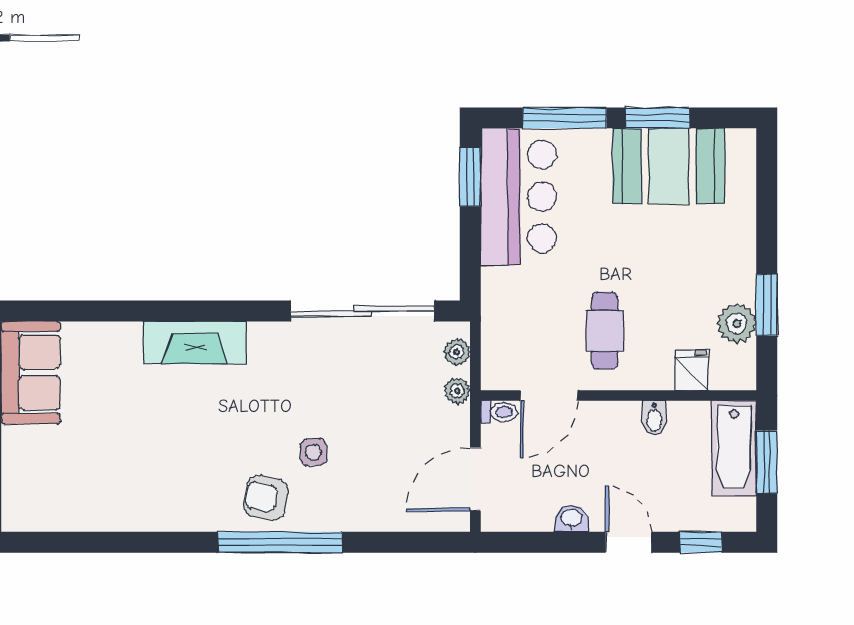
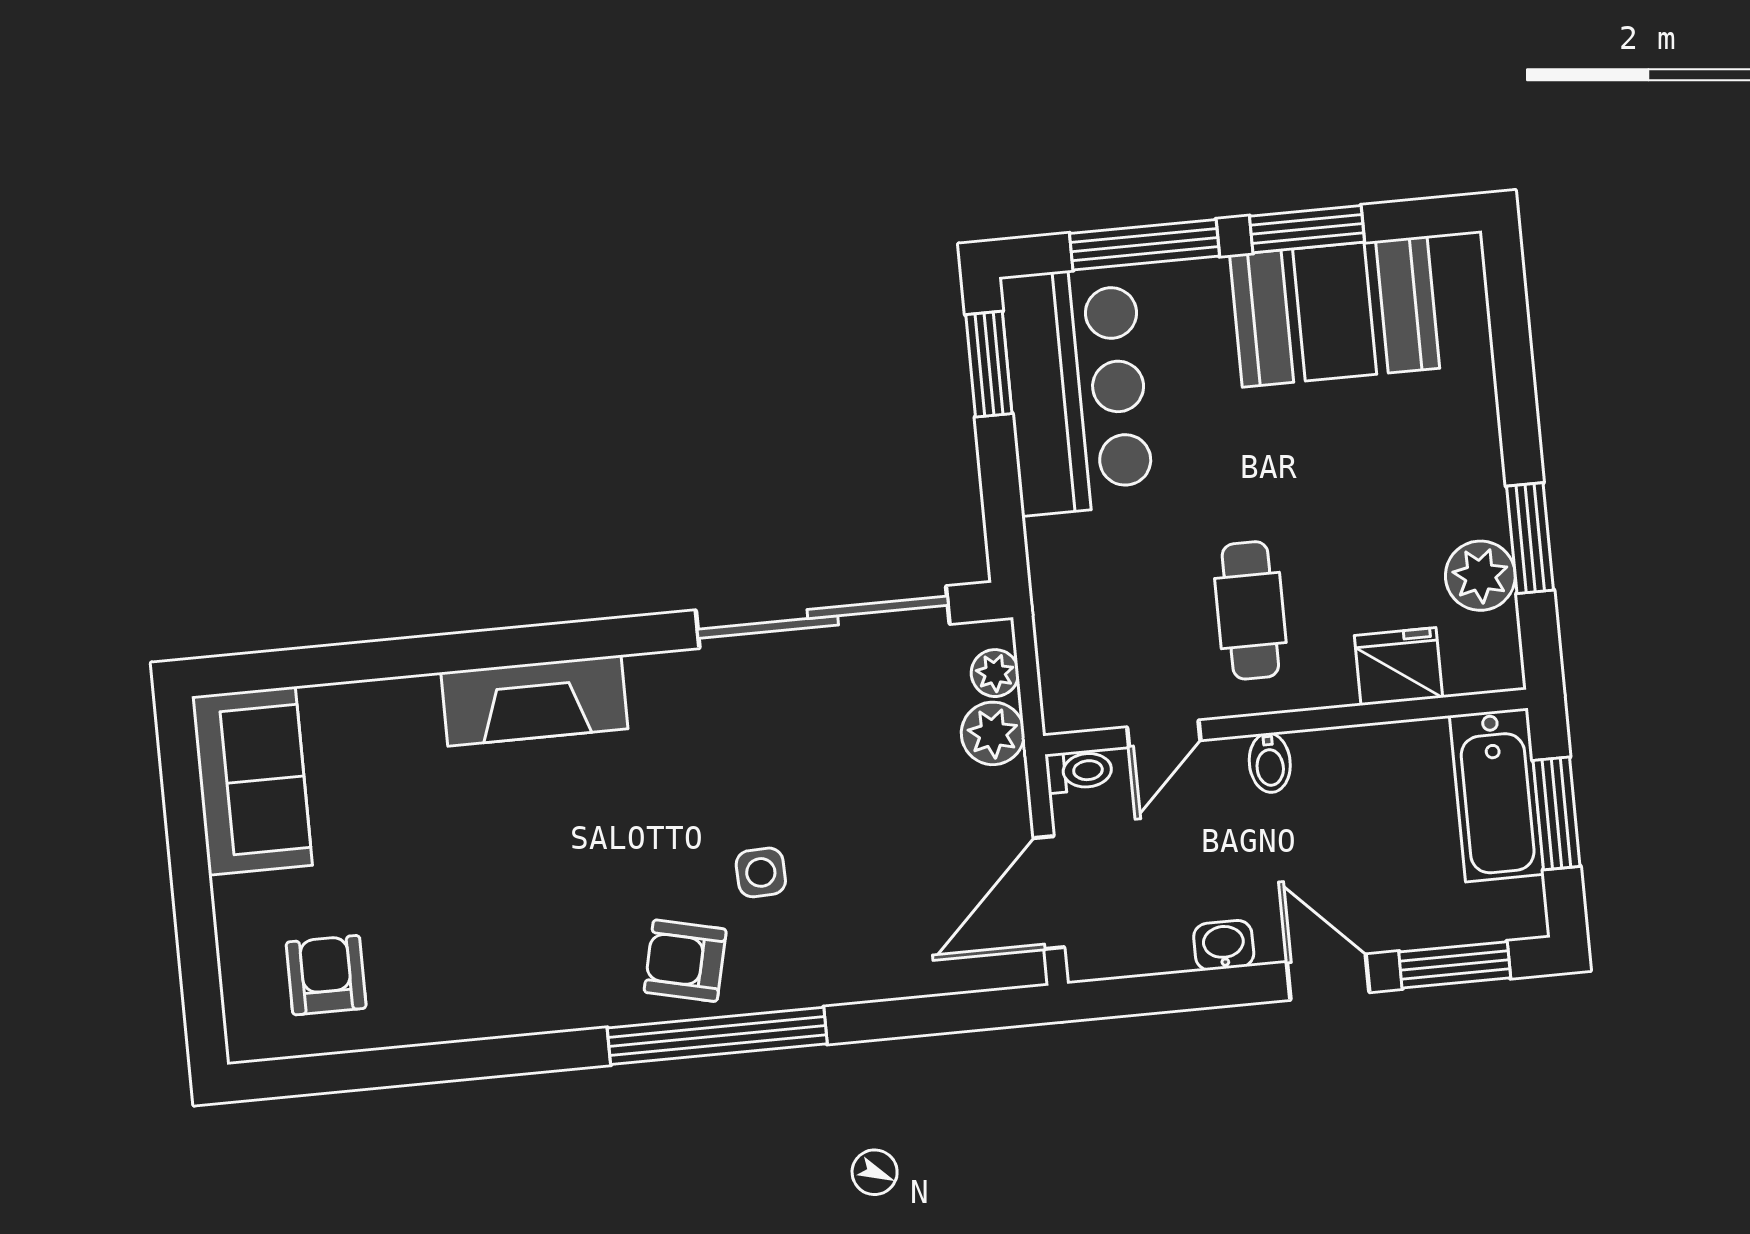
fridge: (692, 370) -> (1399, 667), width x1.38
plant: (457, 391) -> (993, 733), width x1.38, depth x1.38
door: (549, 396) -> (1164, 734), width x0.73
bidet: (654, 418) -> (1270, 763), moved
armchair: (62, 486) -> (326, 975), added
window: (701, 542) -> (1455, 965), width x1.50

